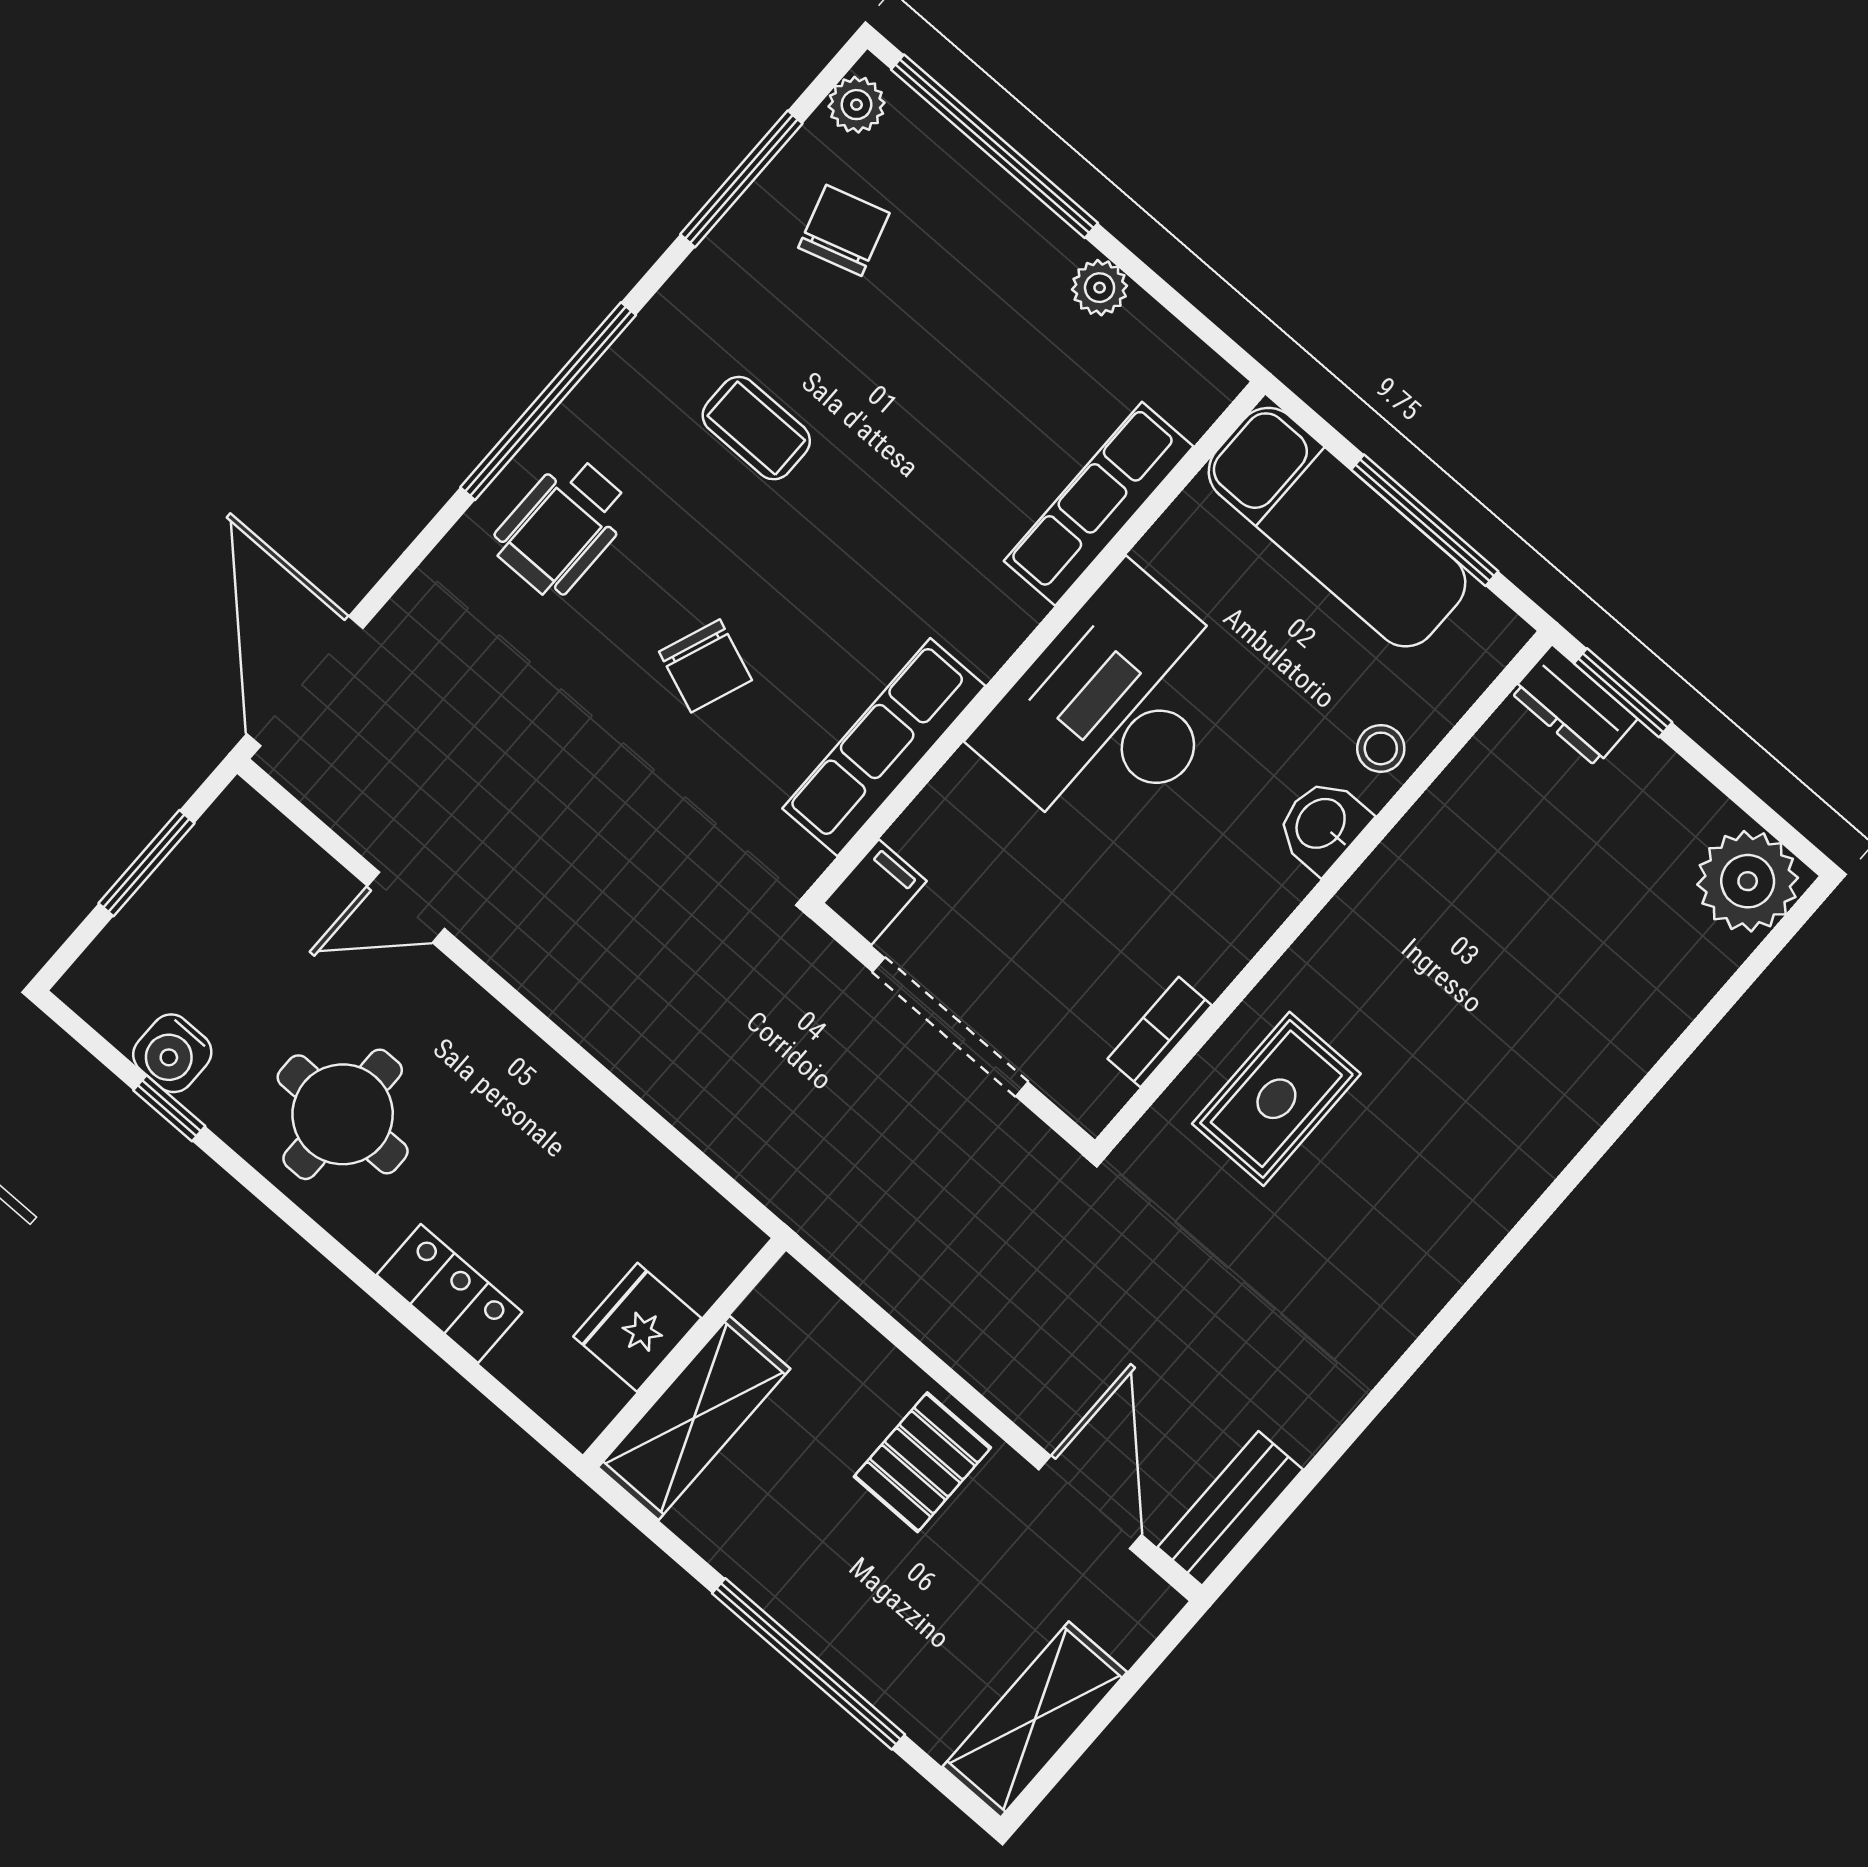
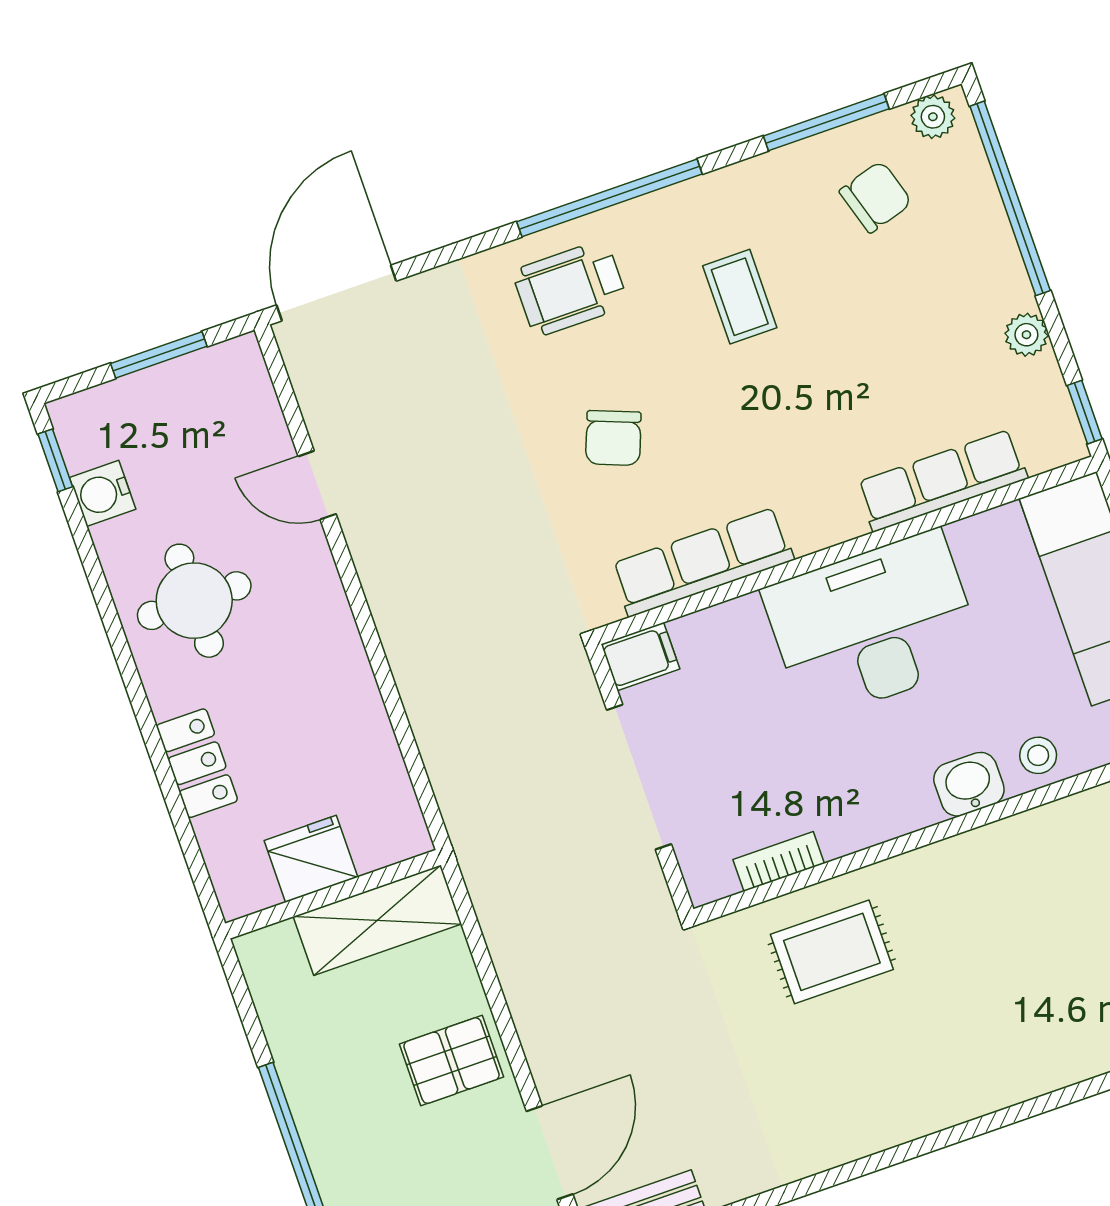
window: (1214, 337) -> (1085, 412), added
window: (169, 1108) -> (55, 460), moved
shelving: (694, 1418) -> (377, 920), moved

